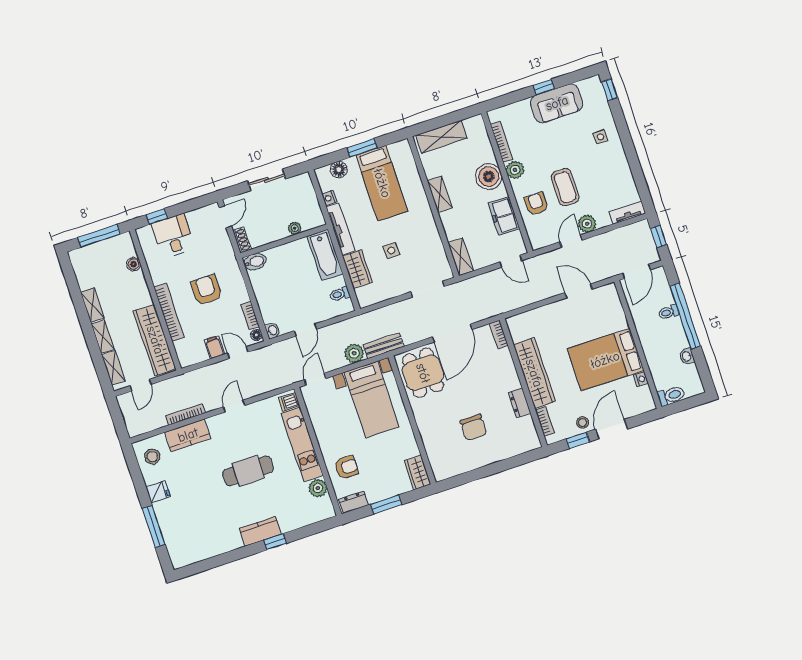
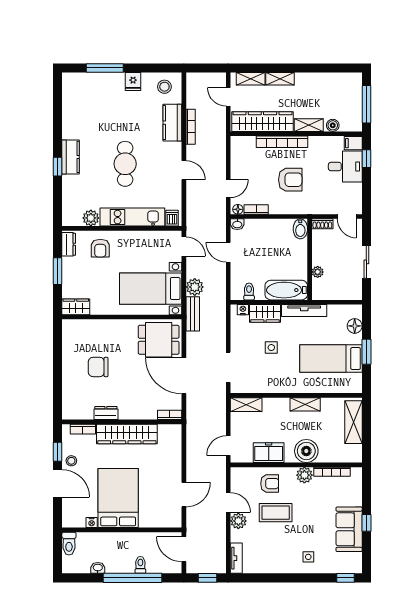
nightstand: (329, 198) -> (243, 310), moved
shelving: (92, 305) -> (309, 125), moved
filing cabinet: (215, 347) -> (353, 143), moved, turned 180

